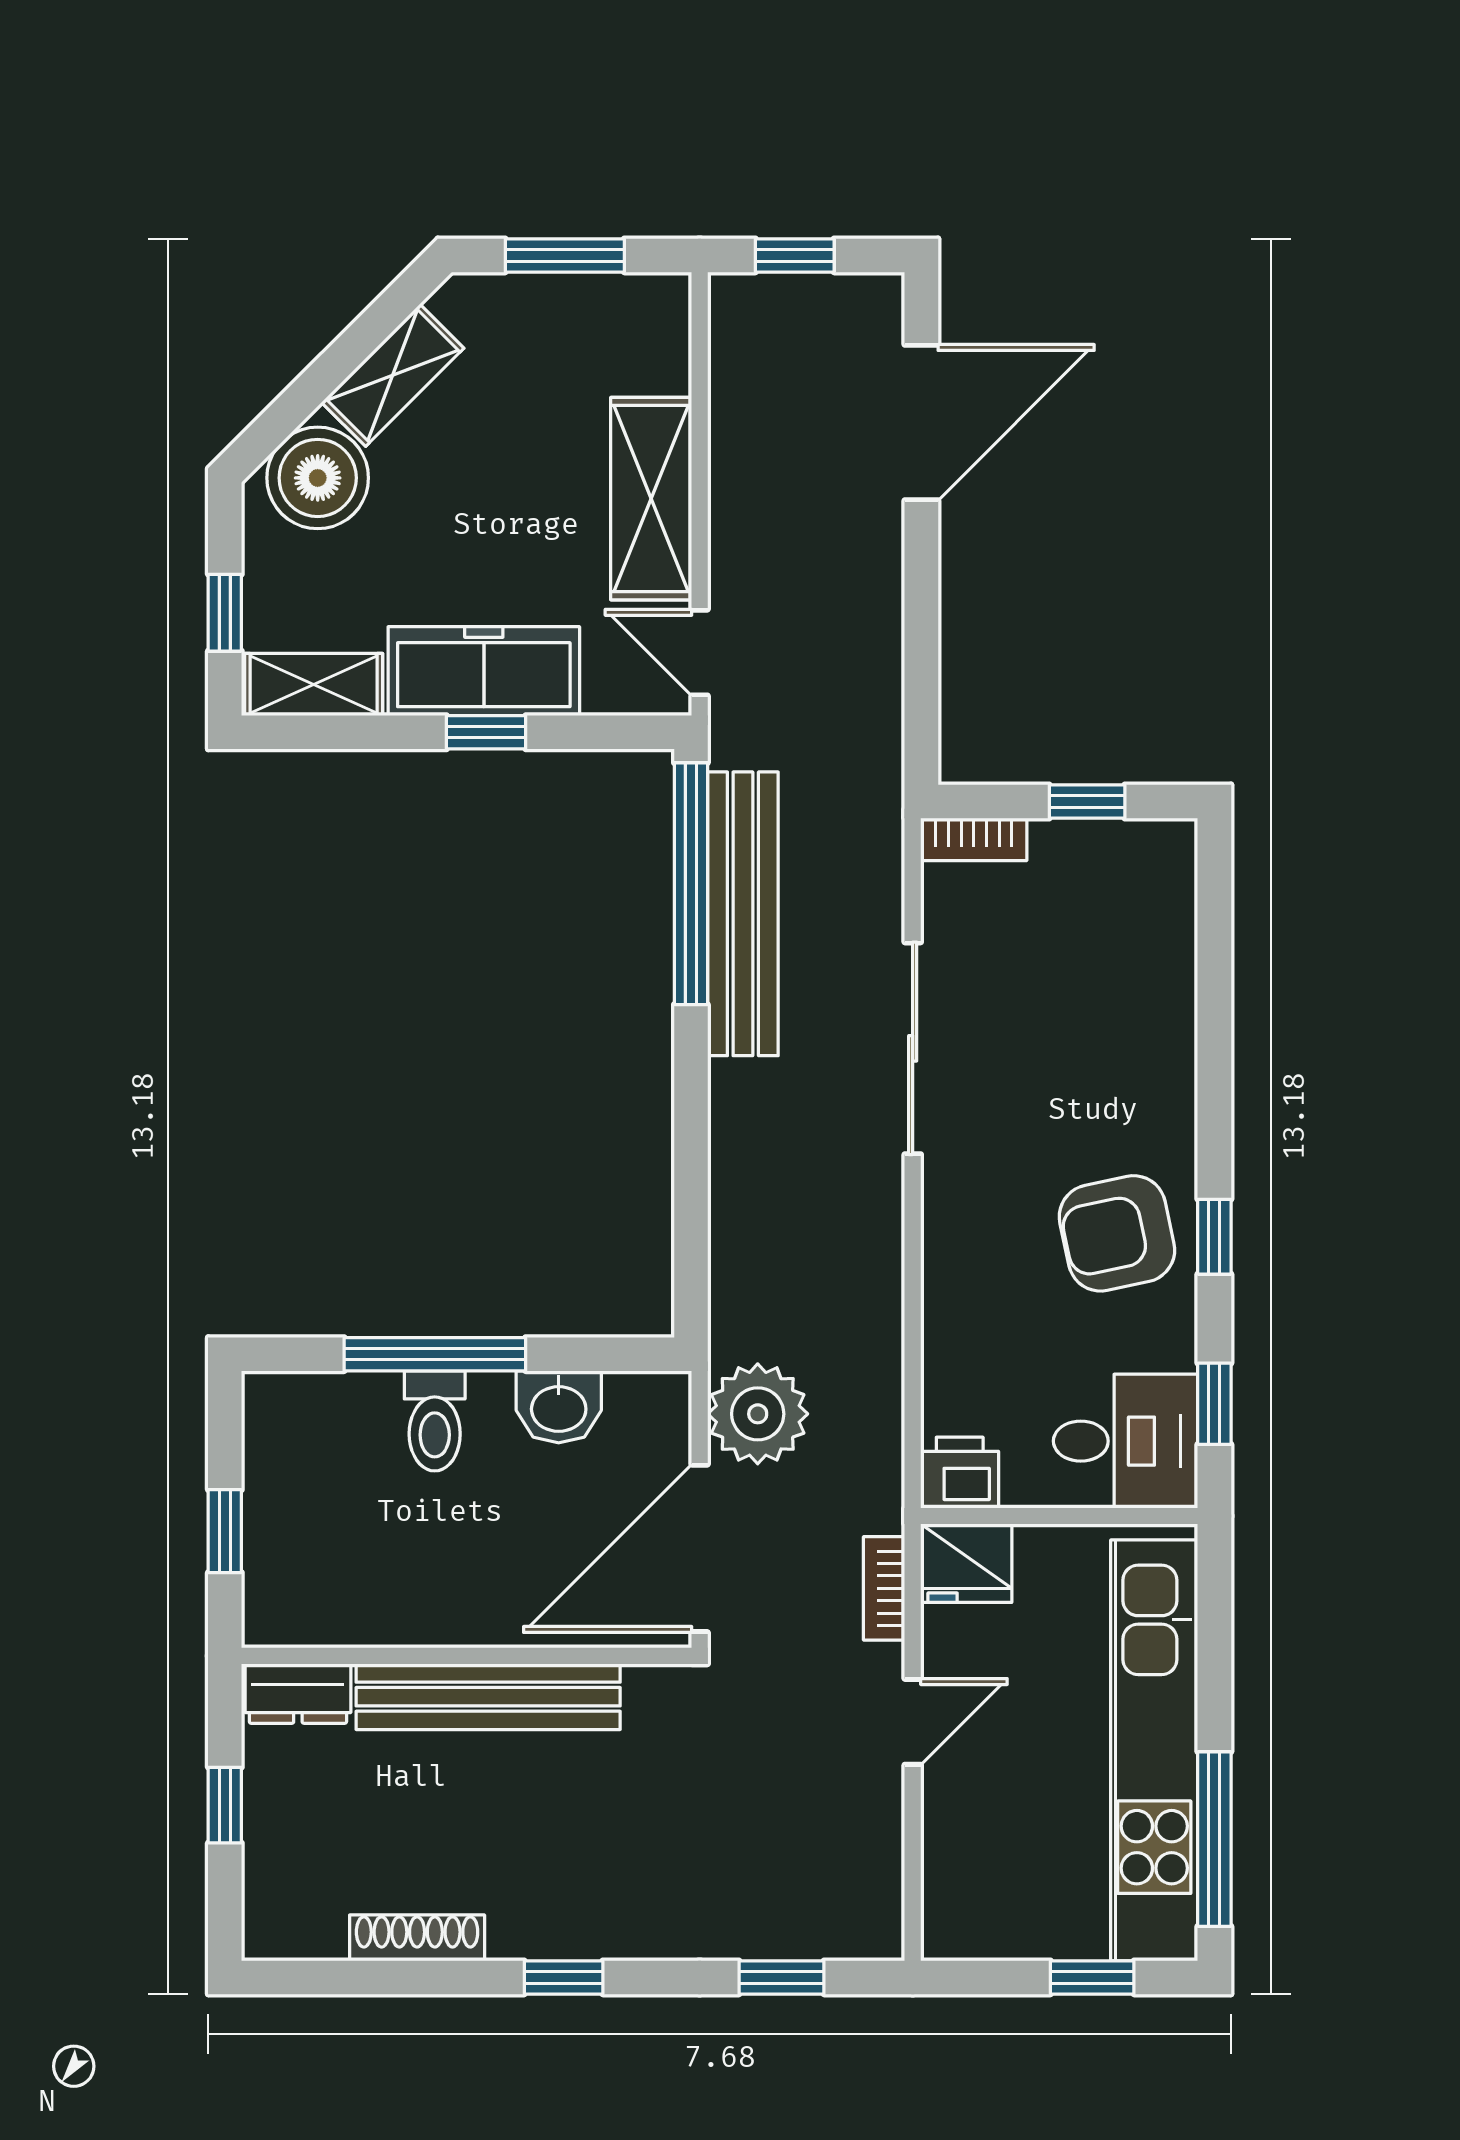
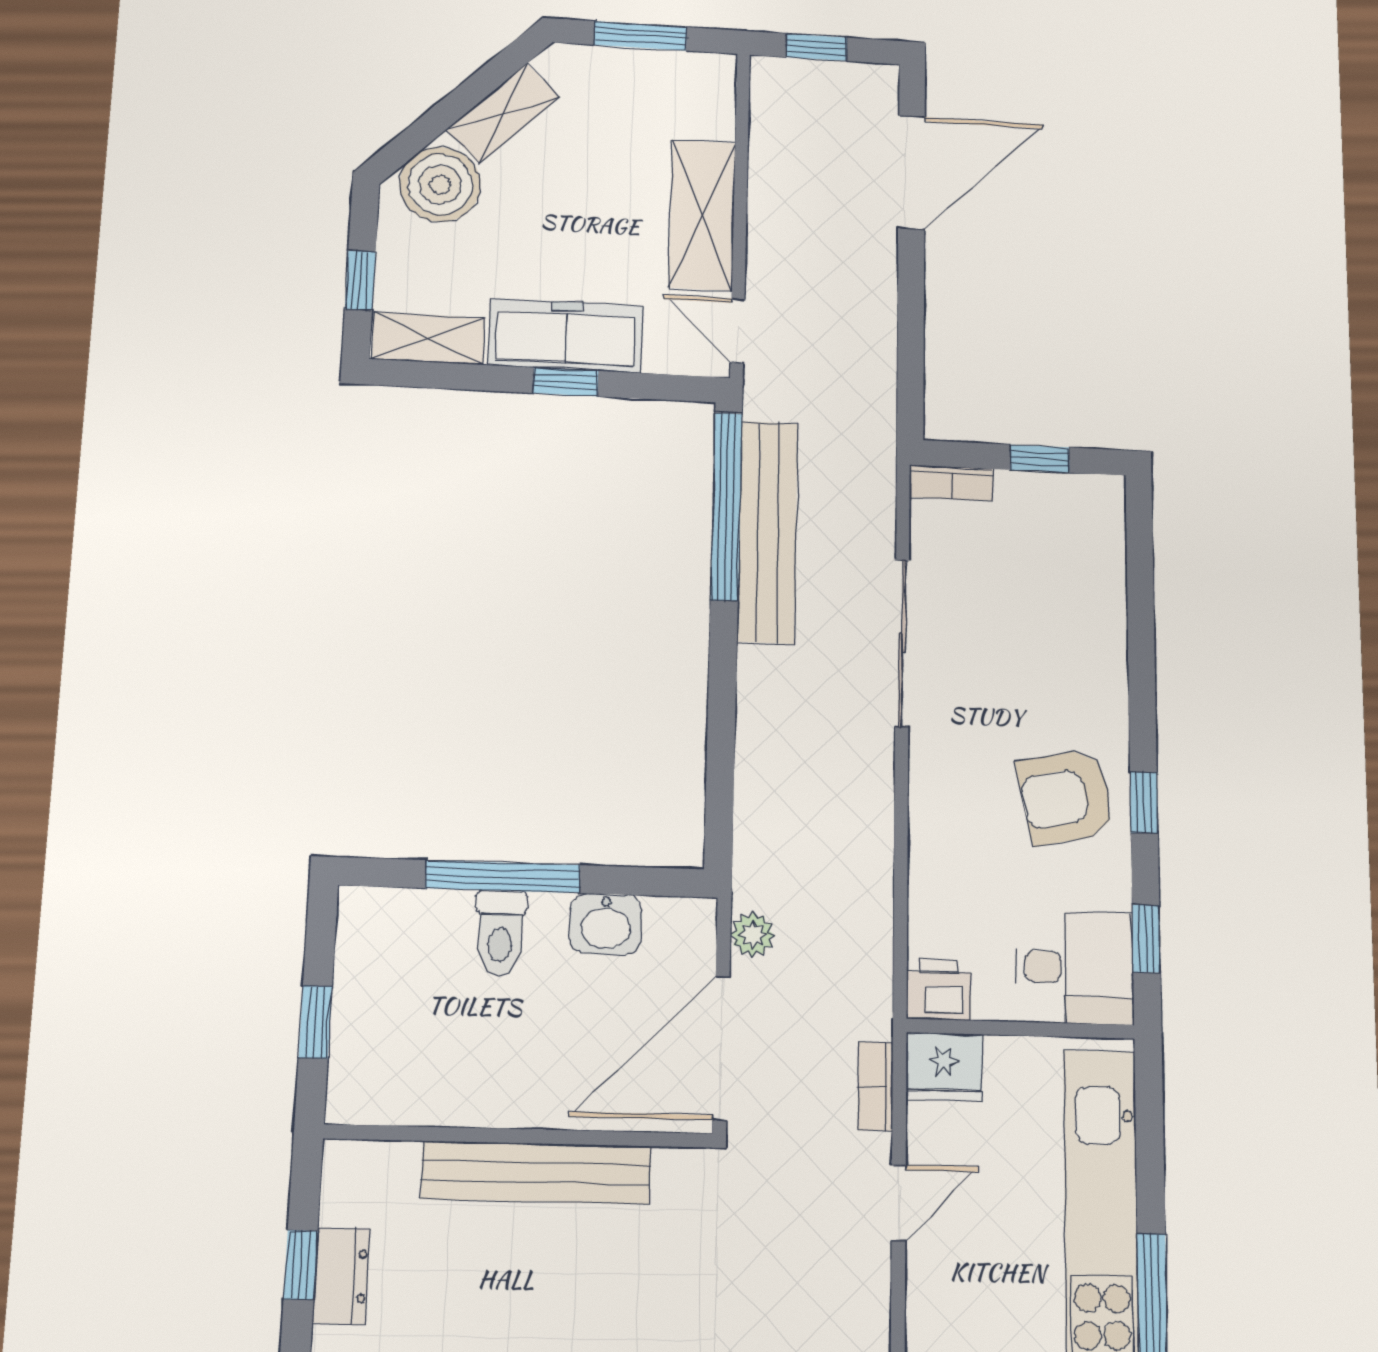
plant: (758, 1414) -> (753, 935), width x0.53, depth x0.53
dresser: (298, 1694) -> (341, 1276), moved, turned -90

